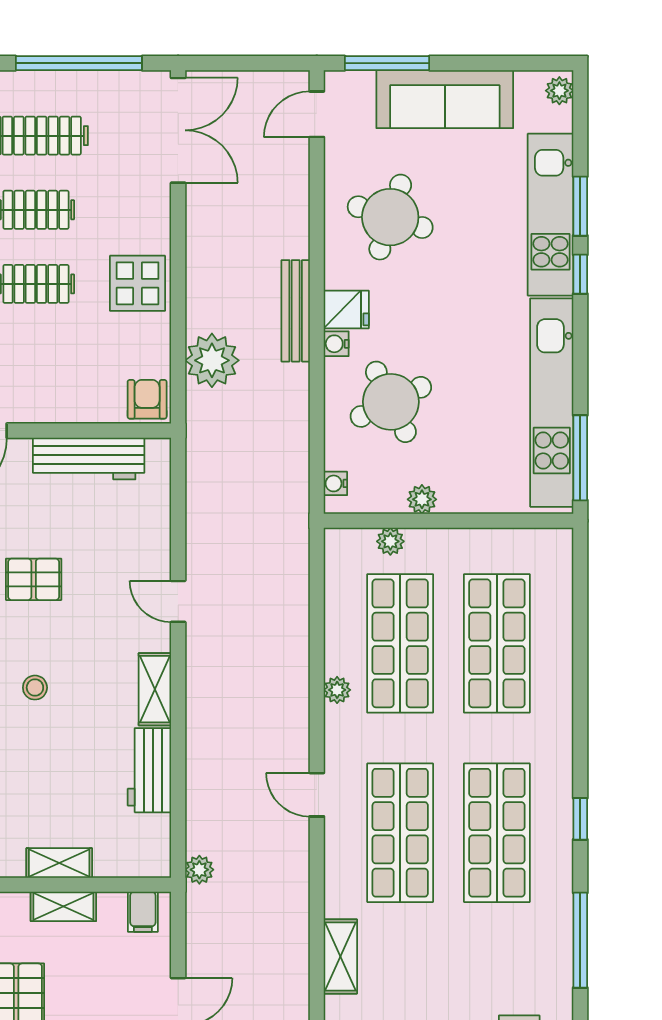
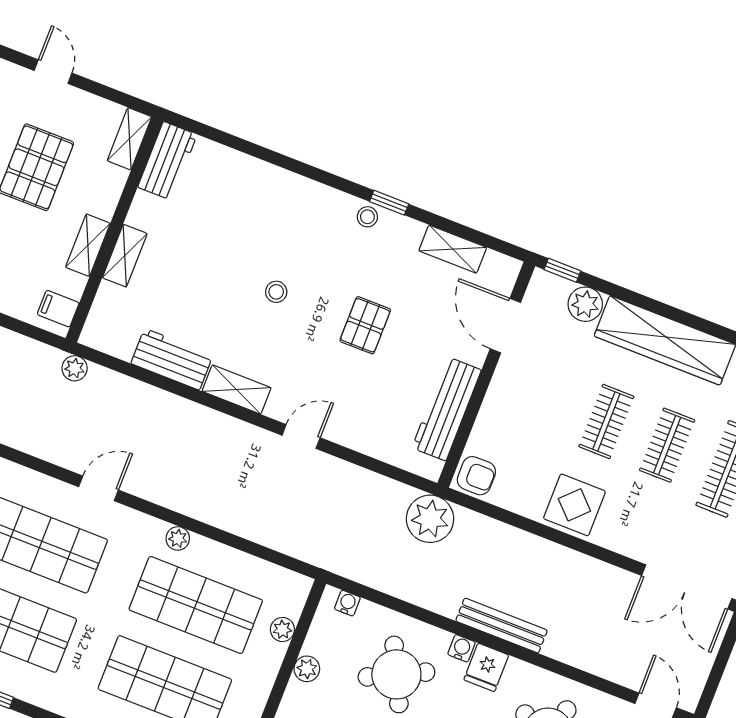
plant: (212, 360) -> (430, 519), moved

